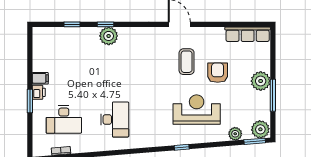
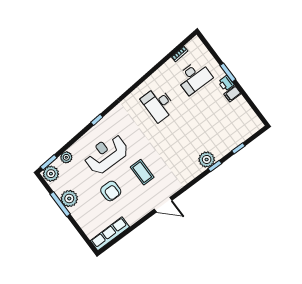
coffee table: (187, 62) -> (142, 172), moved
plant: (261, 81) -> (69, 199), moved
reception desk: (197, 110) -> (106, 154), turned 180
desk: (64, 119) -> (194, 77), turned 180

